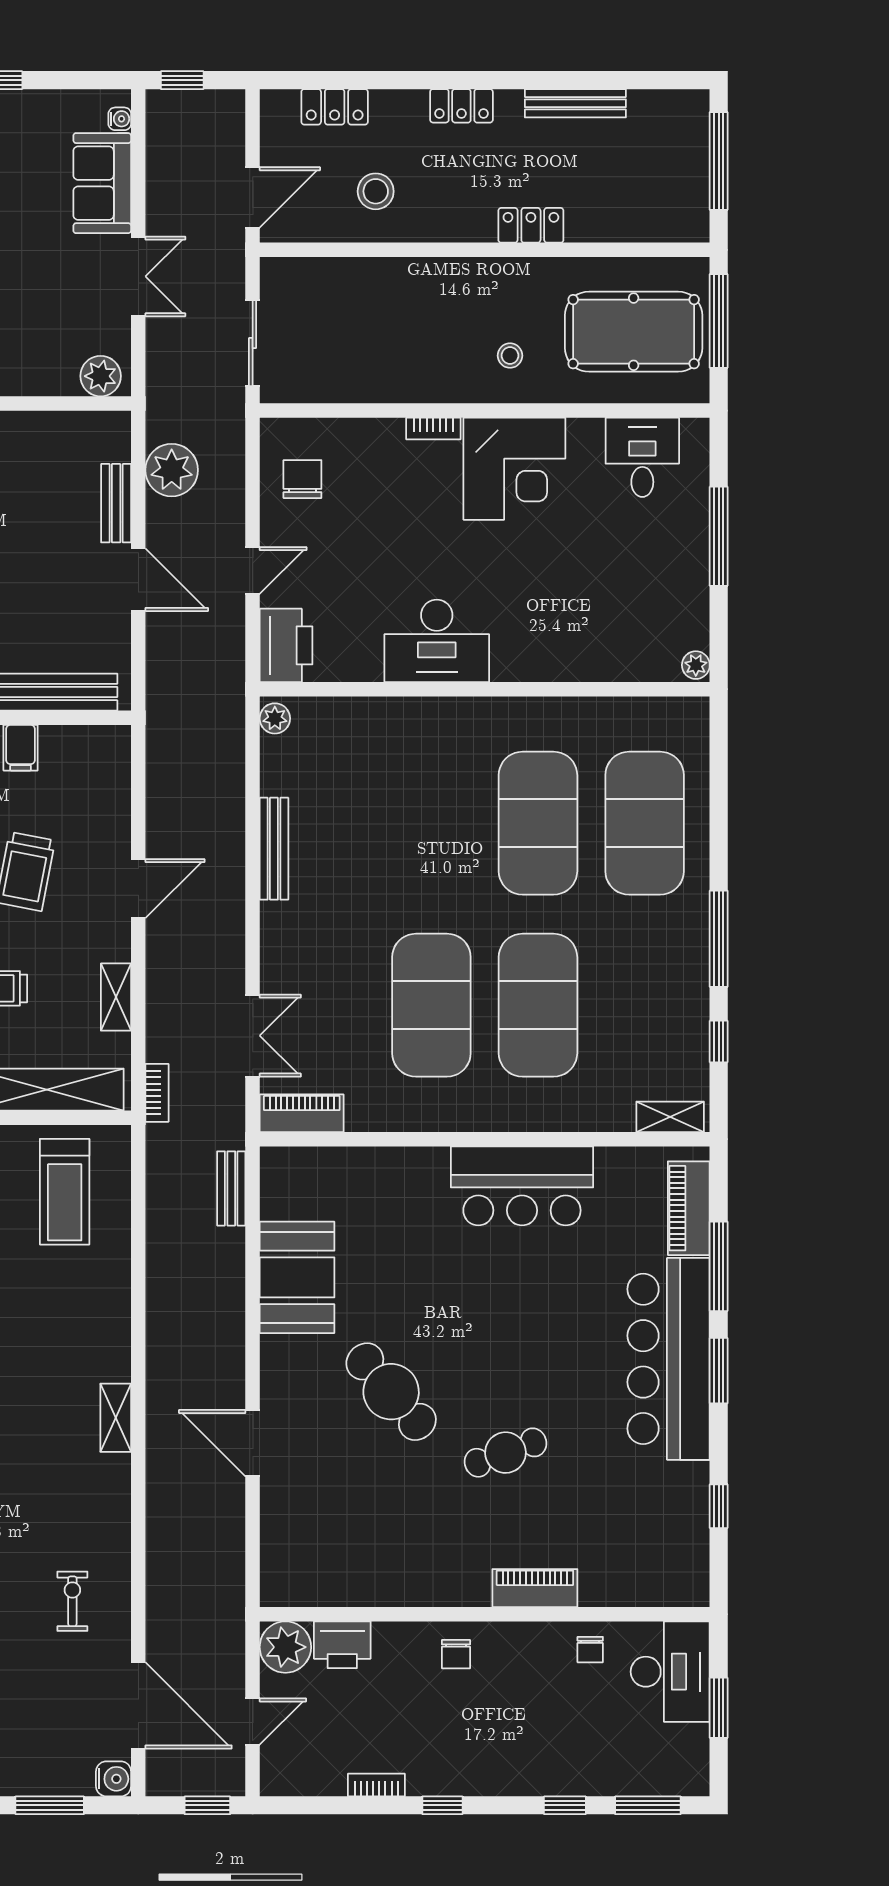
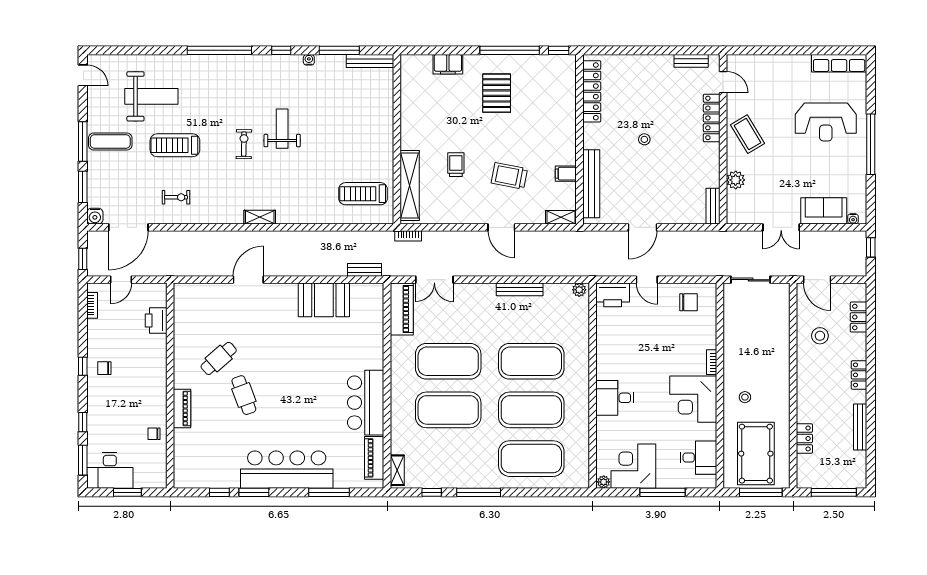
locker: (531, 225) -> (804, 438), moved
plant: (101, 376) -> (736, 180), moved
plant: (172, 470) -> (693, 243), removed
bench: (116, 503) -> (713, 206), moved, turned 90
corner desk: (661, 600) -> (633, 466), added
desk: (437, 641) -> (615, 398), moved, width x0.73
exercise mat: (431, 823) -> (531, 361), added
shelving: (116, 997) -> (561, 217), moved
piano: (302, 1113) -> (402, 309), width x1.37, depth x1.33
piano: (689, 1208) -> (374, 458), moved, turned -90
window: (719, 1371) -> (254, 492), moved
cafe table: (391, 1392) -> (219, 358), moved, width x0.73, depth x0.74
plant: (285, 1647) -> (155, 295), removed
chair: (456, 1654) -> (104, 368), moved
desk: (670, 1672) -> (110, 470), moved
door: (253, 1722) -> (121, 280), hinge flipped
bookcase: (376, 1785) -> (92, 305), moved

